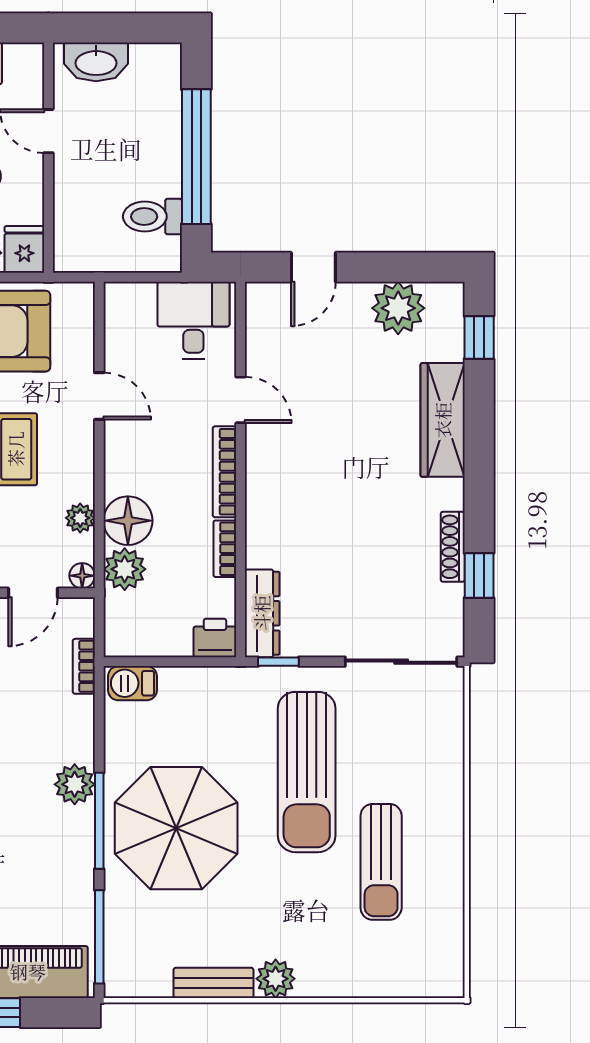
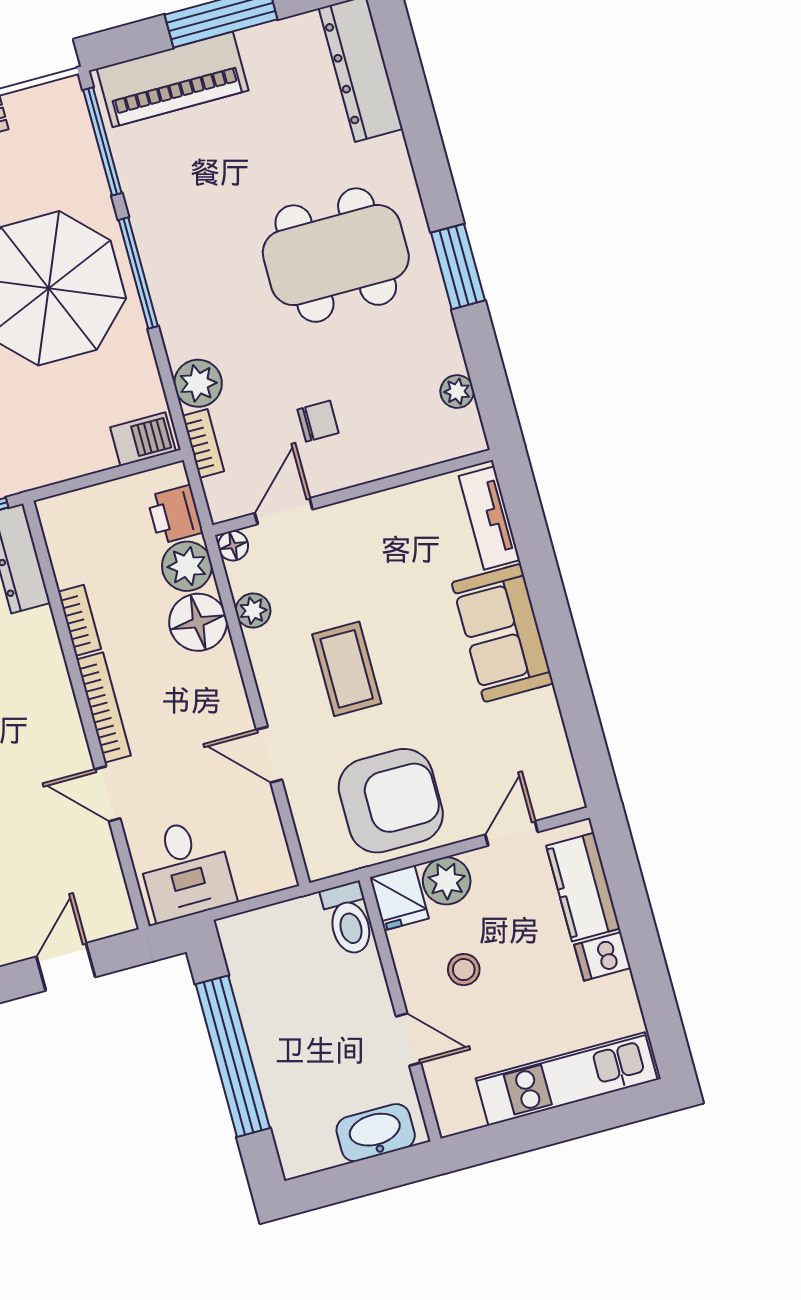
toilet: (152, 217) -> (348, 919), moved, turned 90
printer: (215, 638) -> (175, 514), moved, turned 90
plant: (75, 784) -> (198, 383), moved

